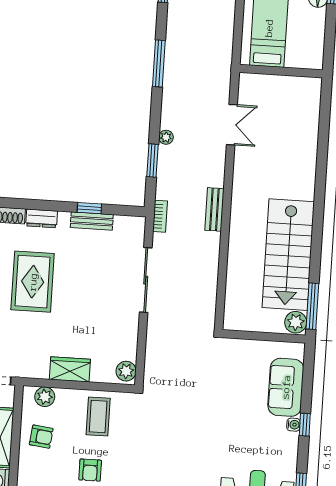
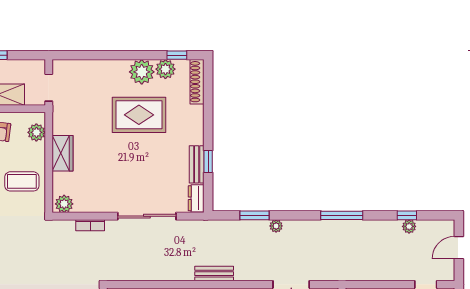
bookcase: (160, 216) -> (90, 225), moved
dresser: (42, 218) -> (196, 198), moved

